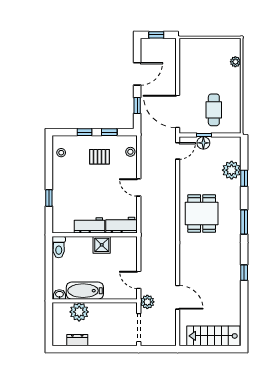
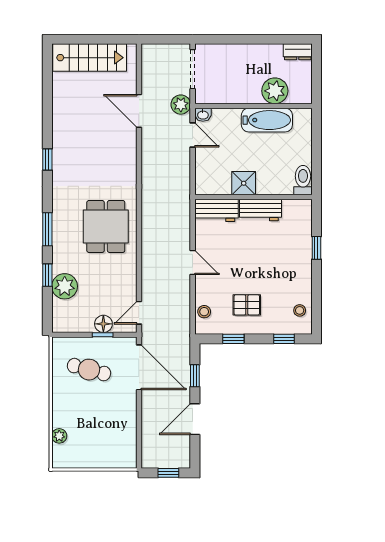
cafe table: (214, 110) -> (89, 370), turned -75
window: (84, 132) -> (284, 339), moved
window: (244, 222) -> (47, 229), moved
window: (244, 273) -> (47, 159), moved
washbasin: (59, 295) -> (203, 115), moved
dresser: (77, 340) -> (298, 52), moved

